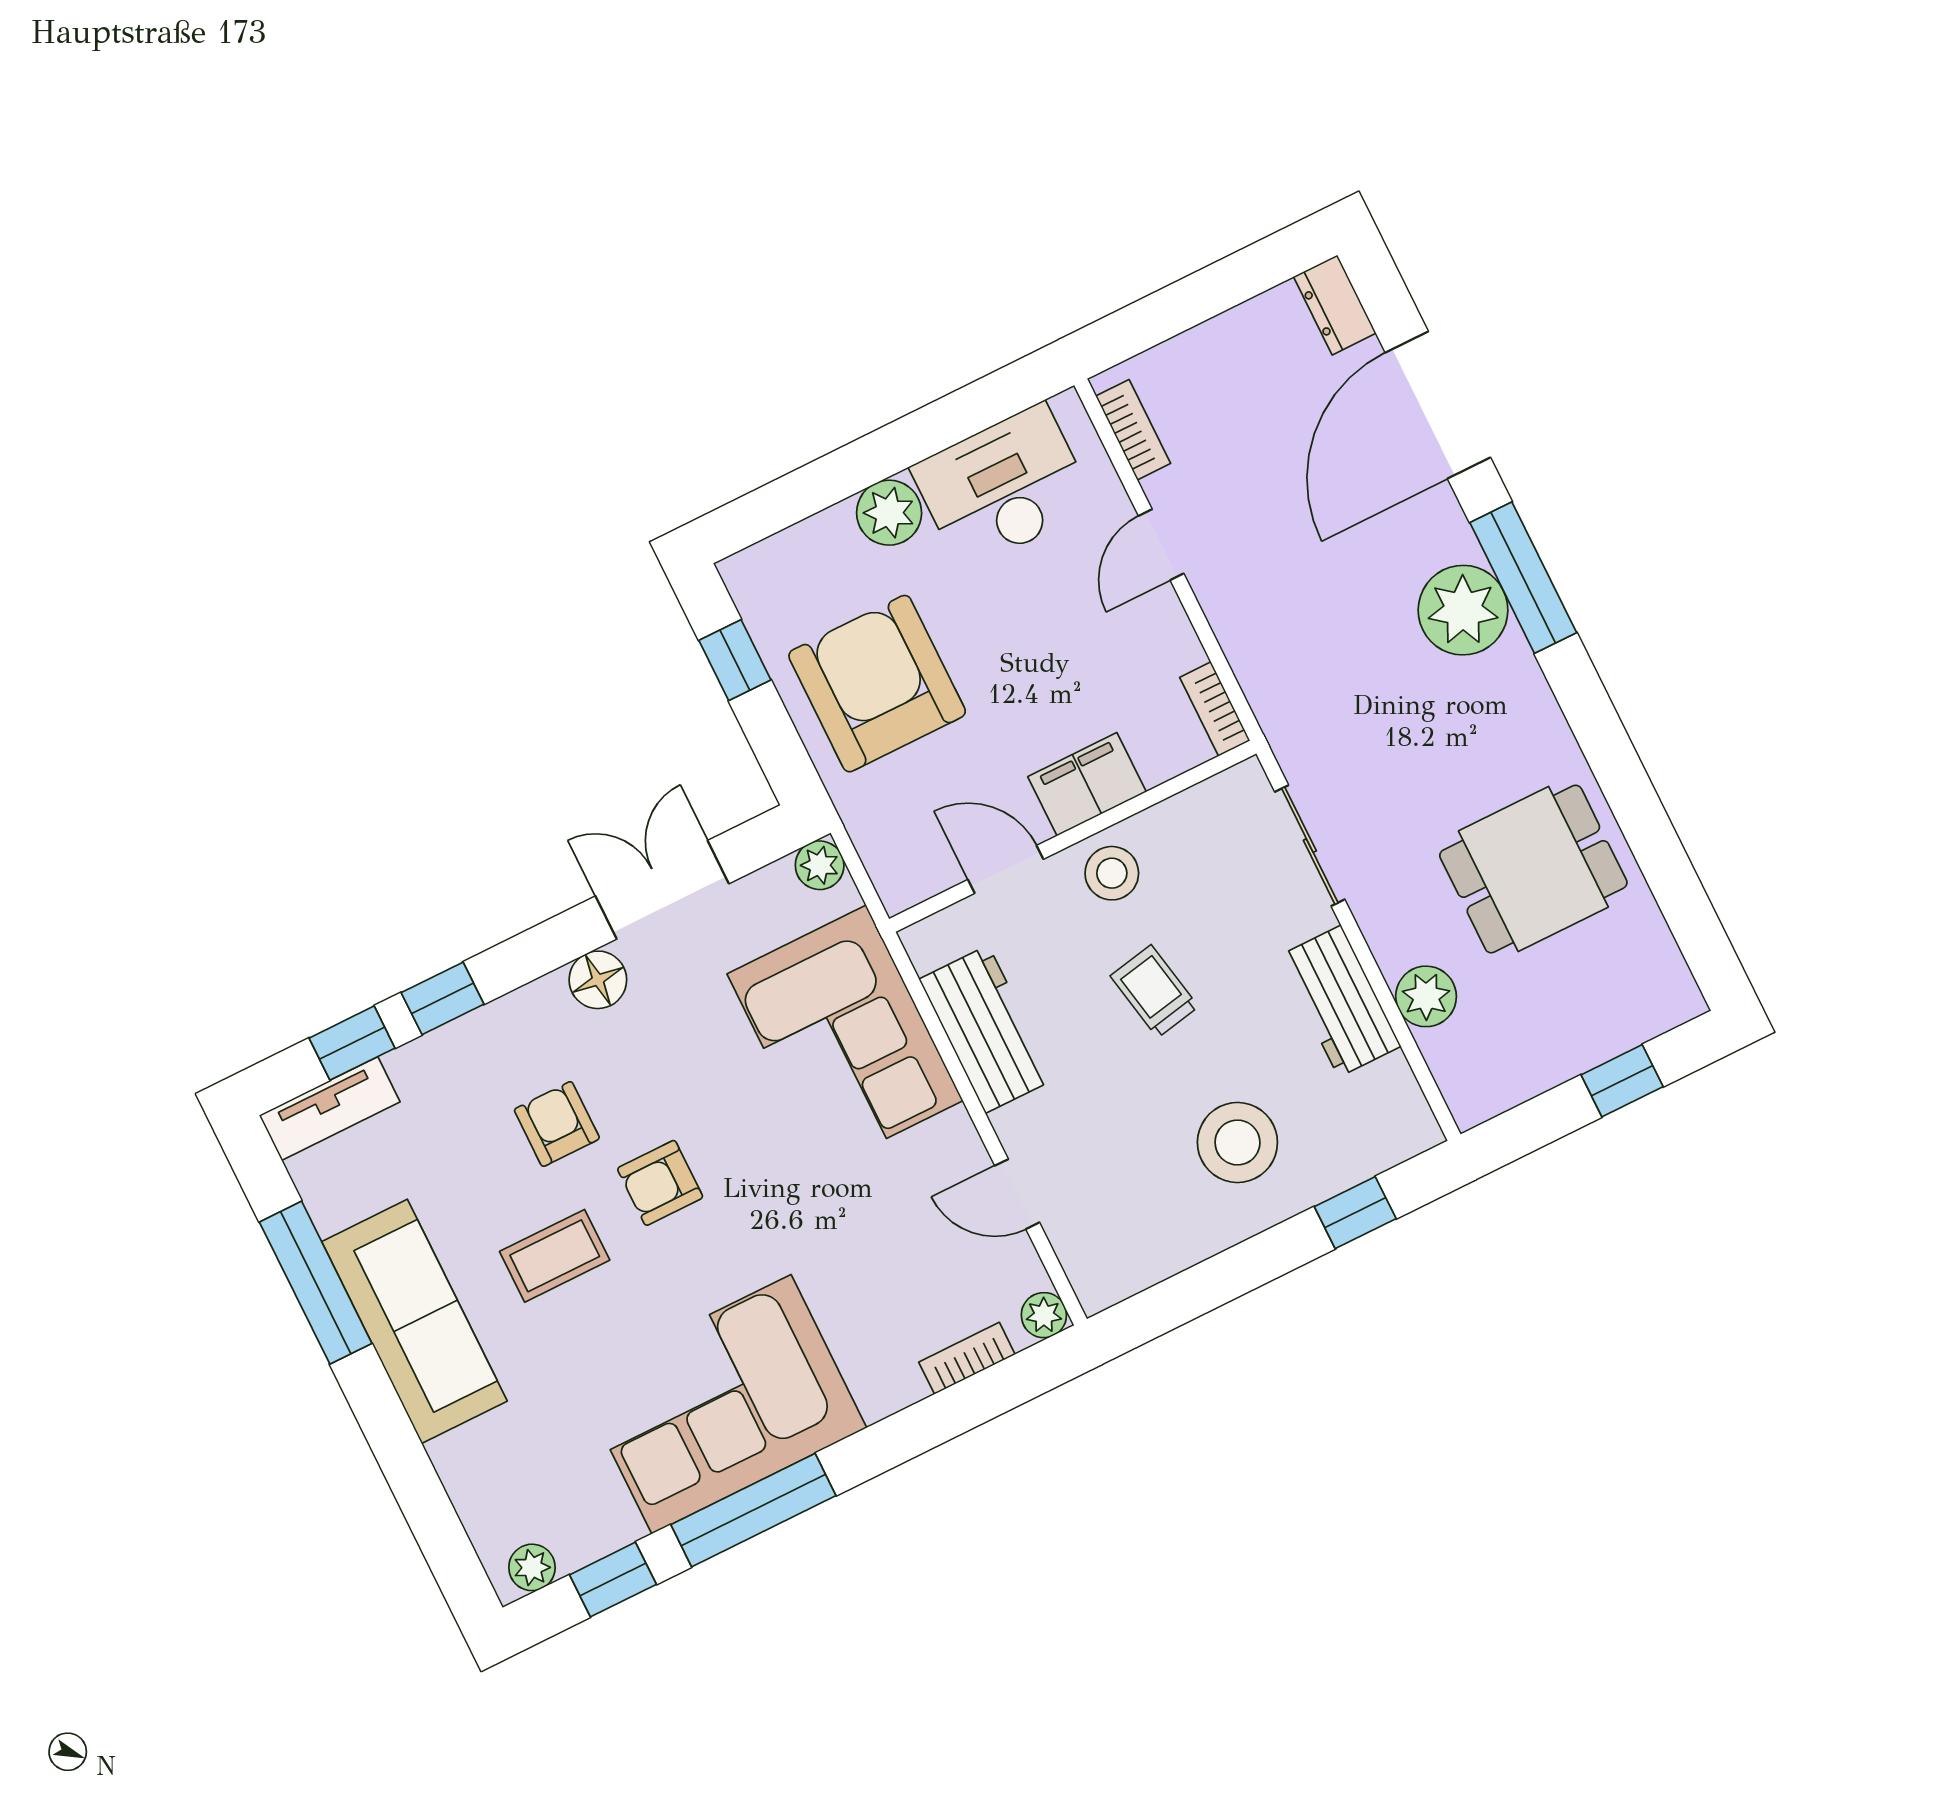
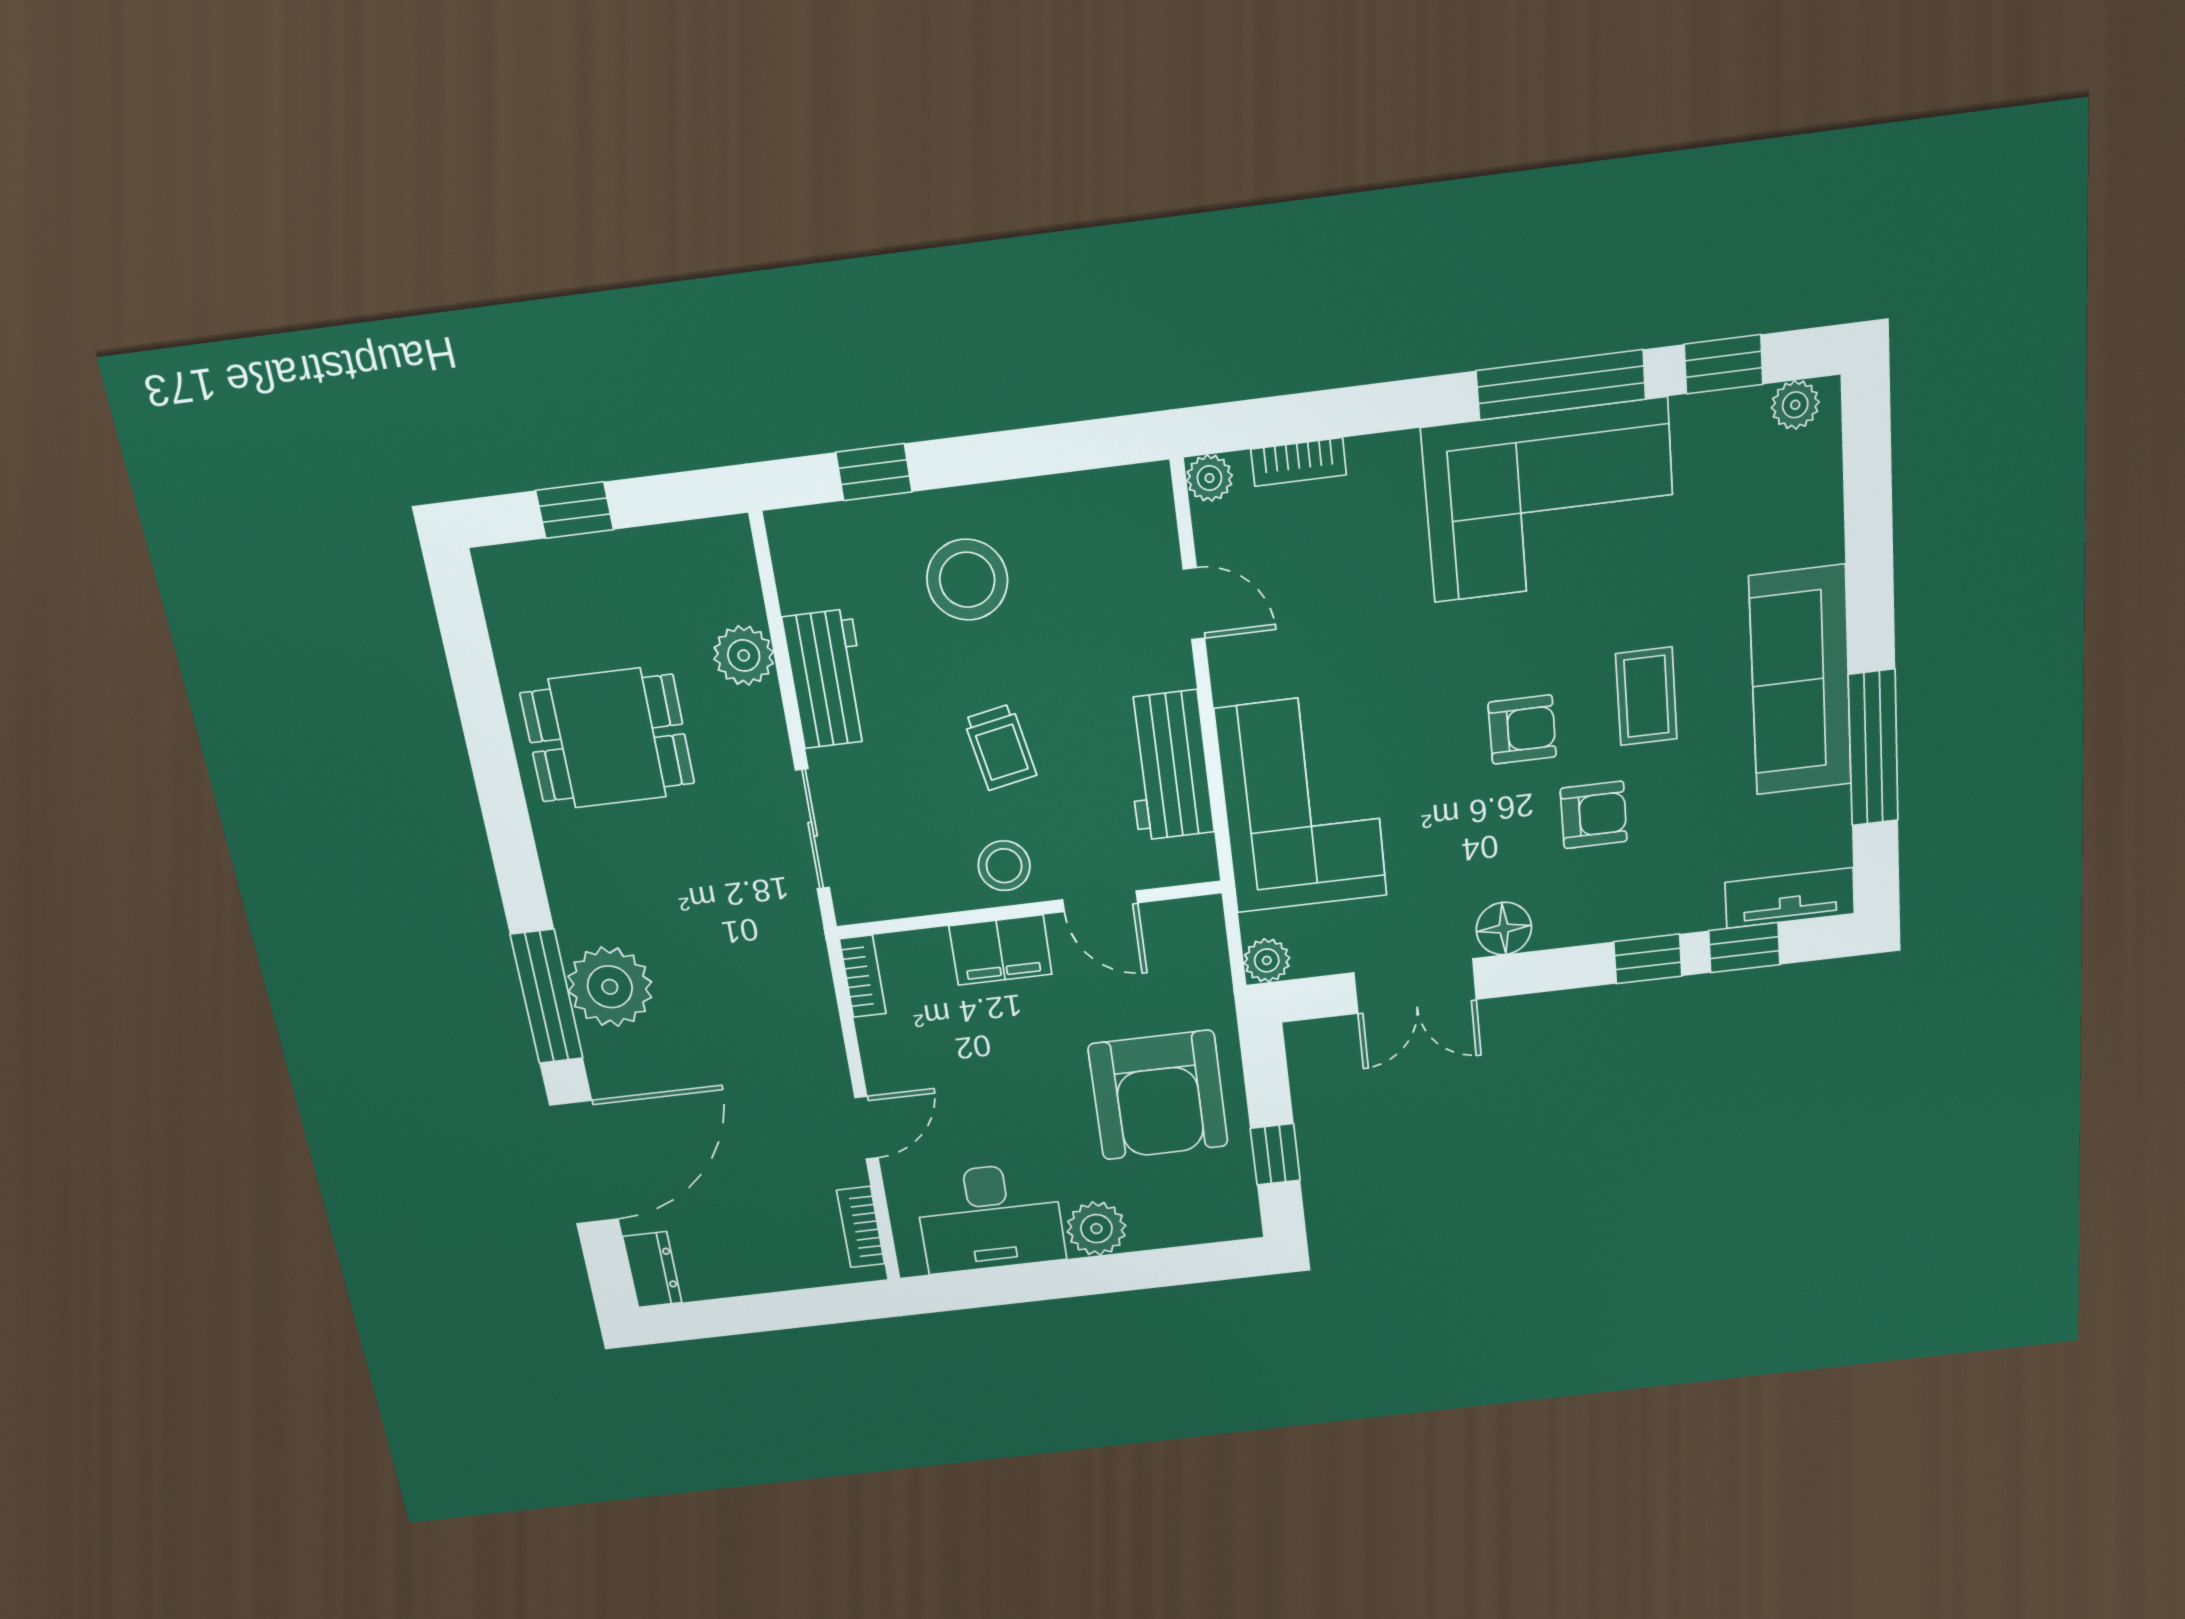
armchair: (557, 1124) -> (1594, 815), turned -90
coffee table: (555, 1256) -> (1646, 696), turned 90

